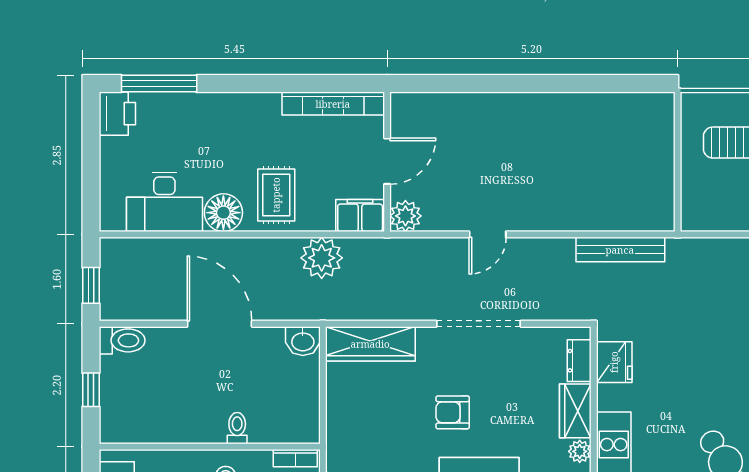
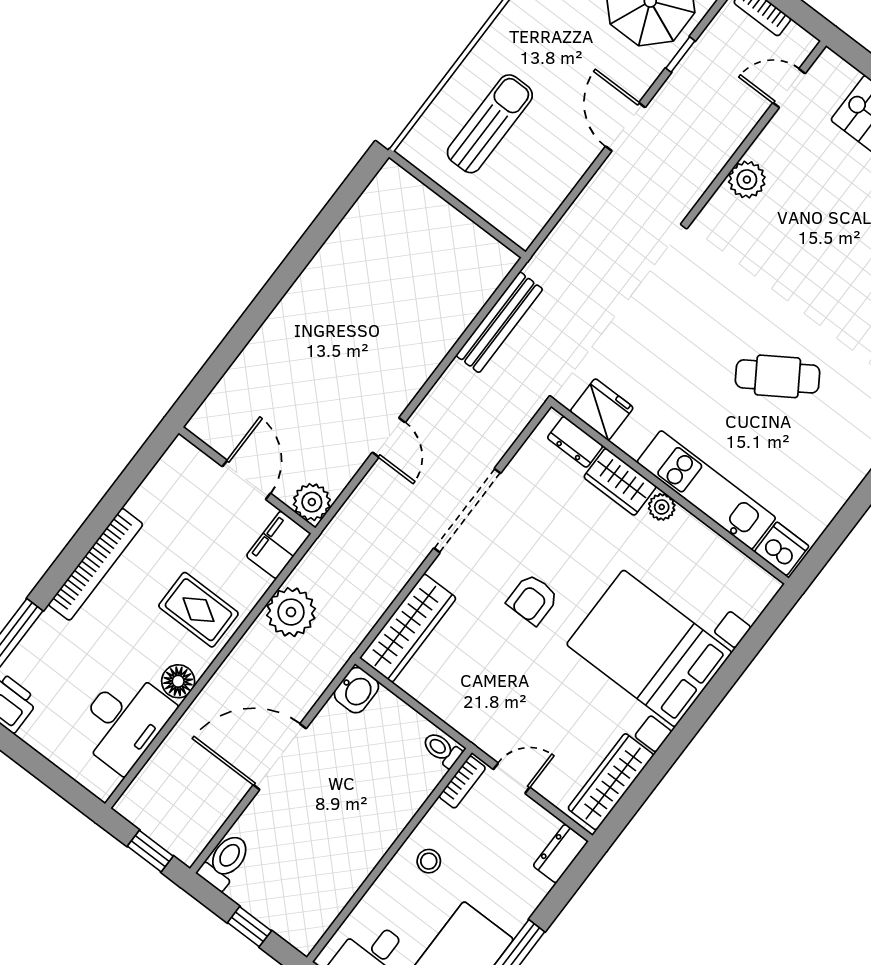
bookcase: (333, 104) -> (96, 564), moved
floor lamp: (223, 213) -> (178, 681), width x0.73, depth x0.73
toilet: (237, 428) -> (442, 750), moved

